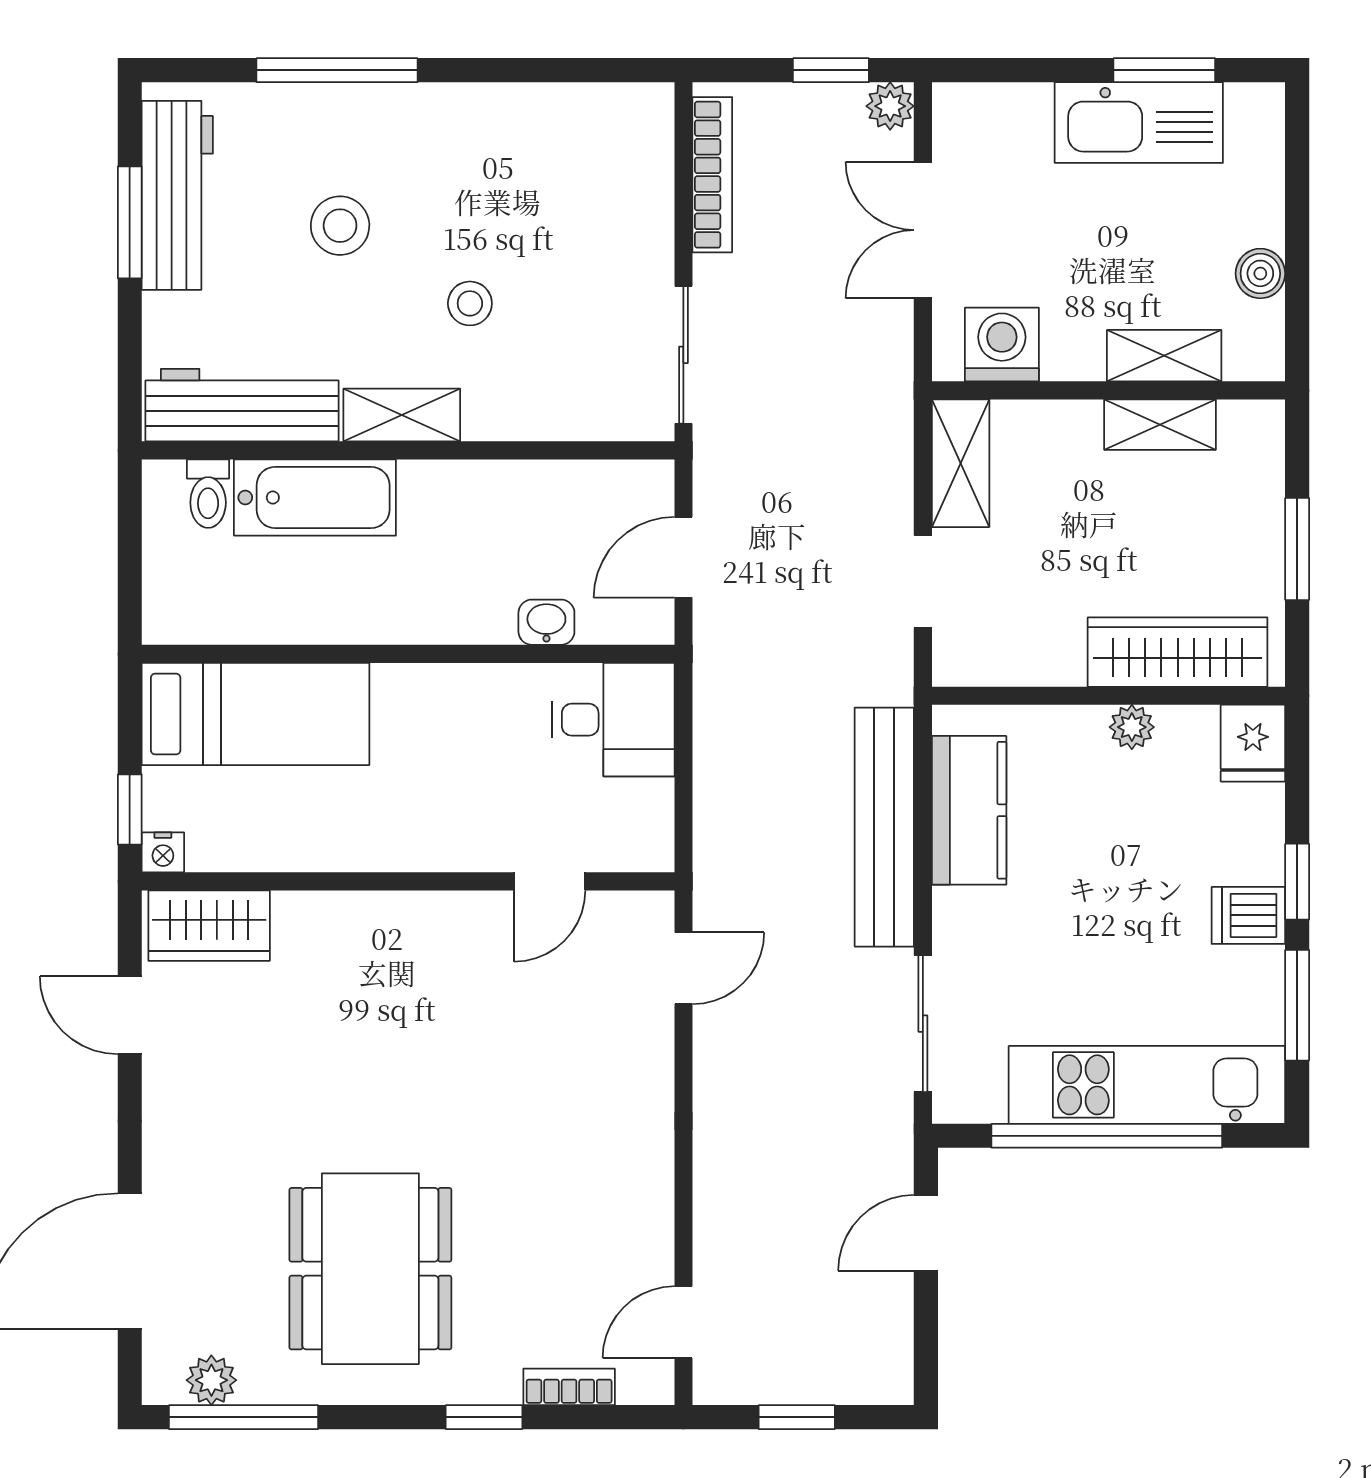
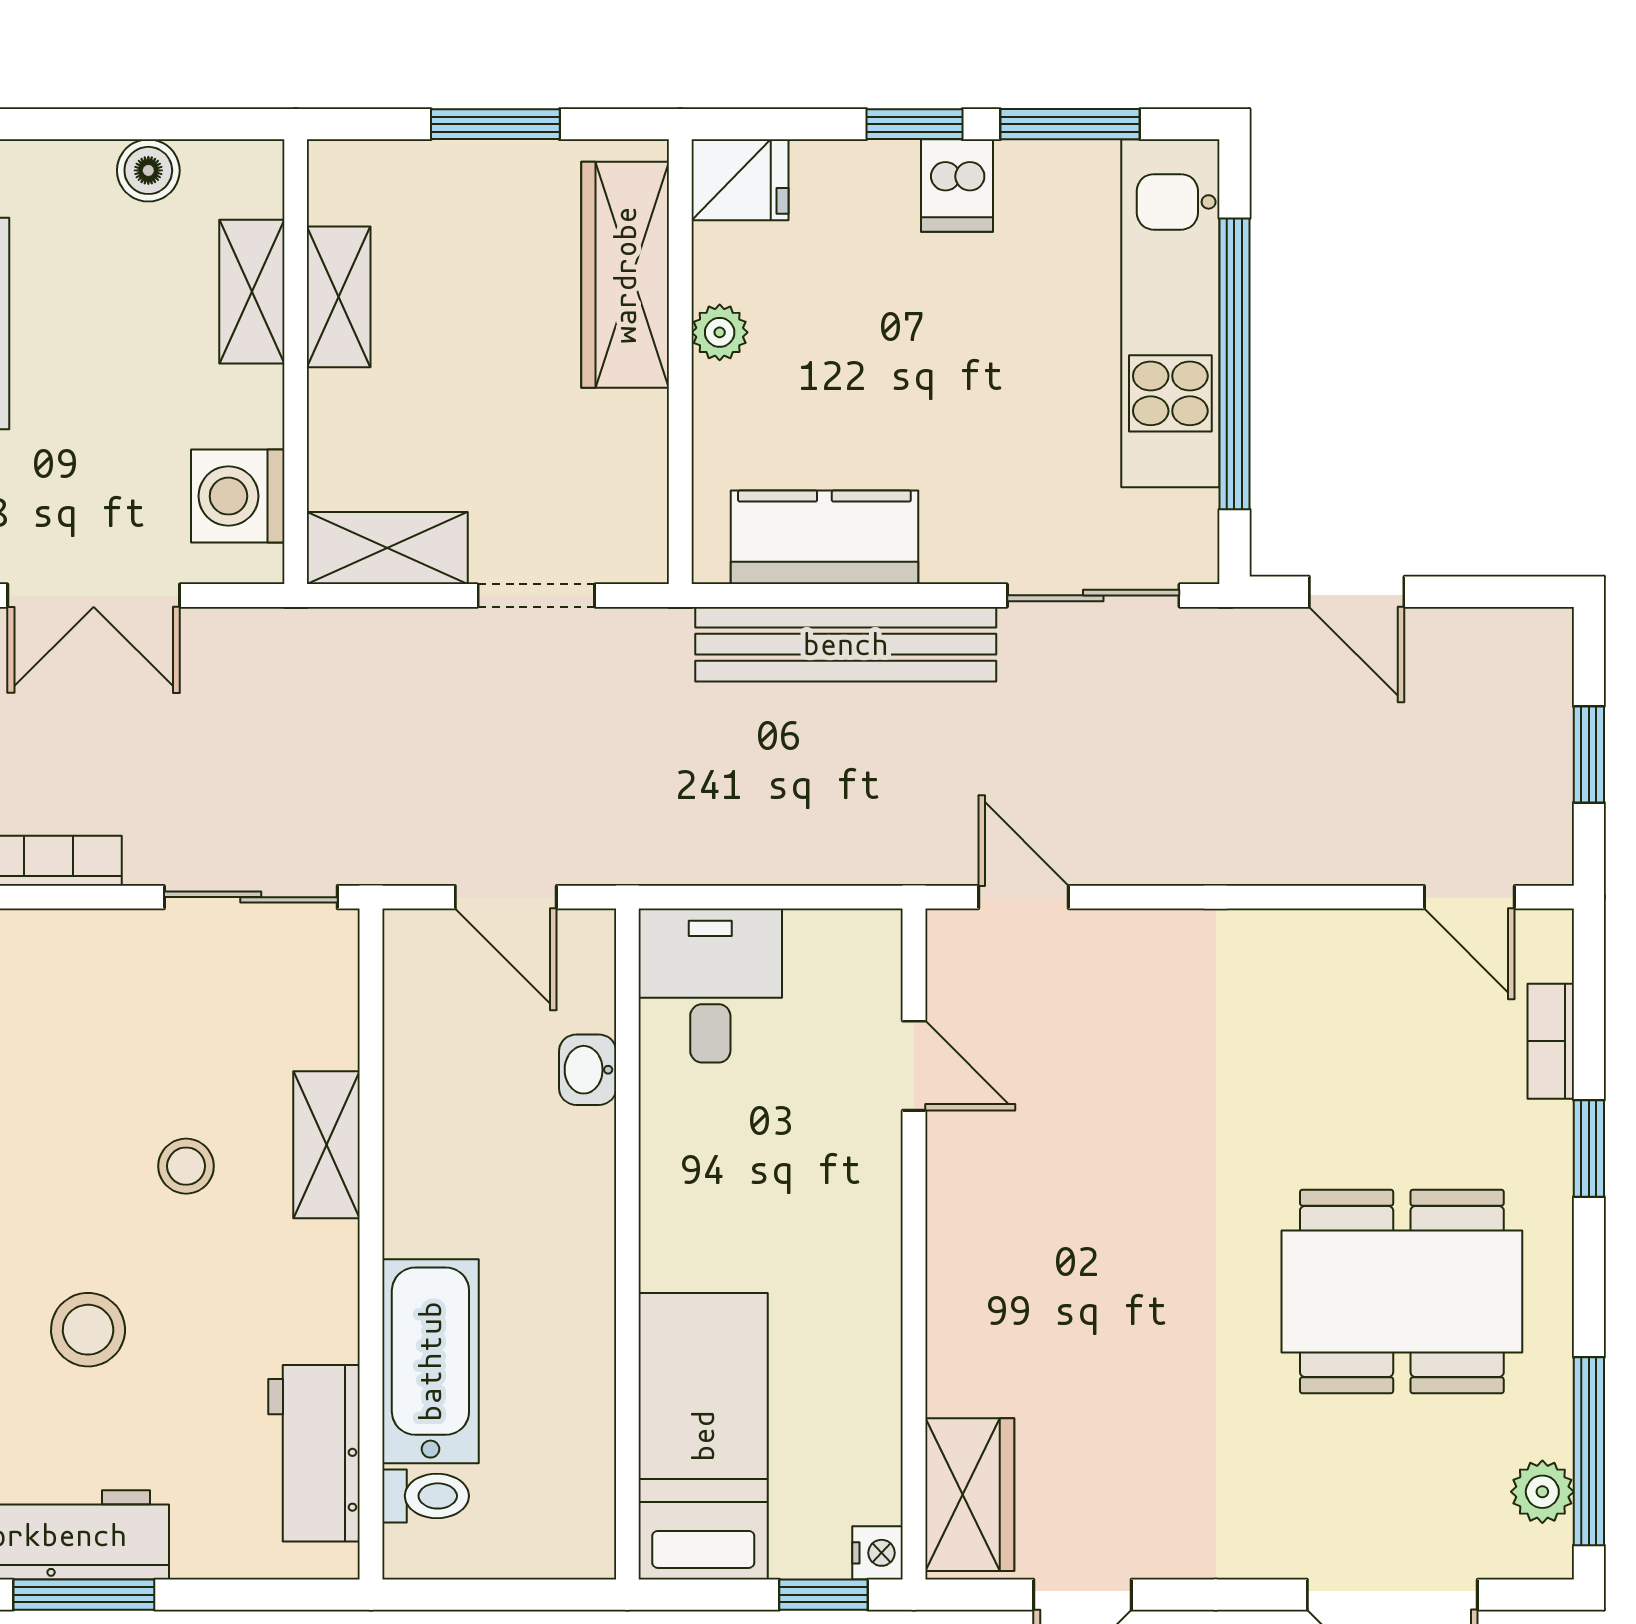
workbench: (242, 405) -> (314, 1453), width x0.73
shelving: (402, 415) -> (327, 1145), moved

